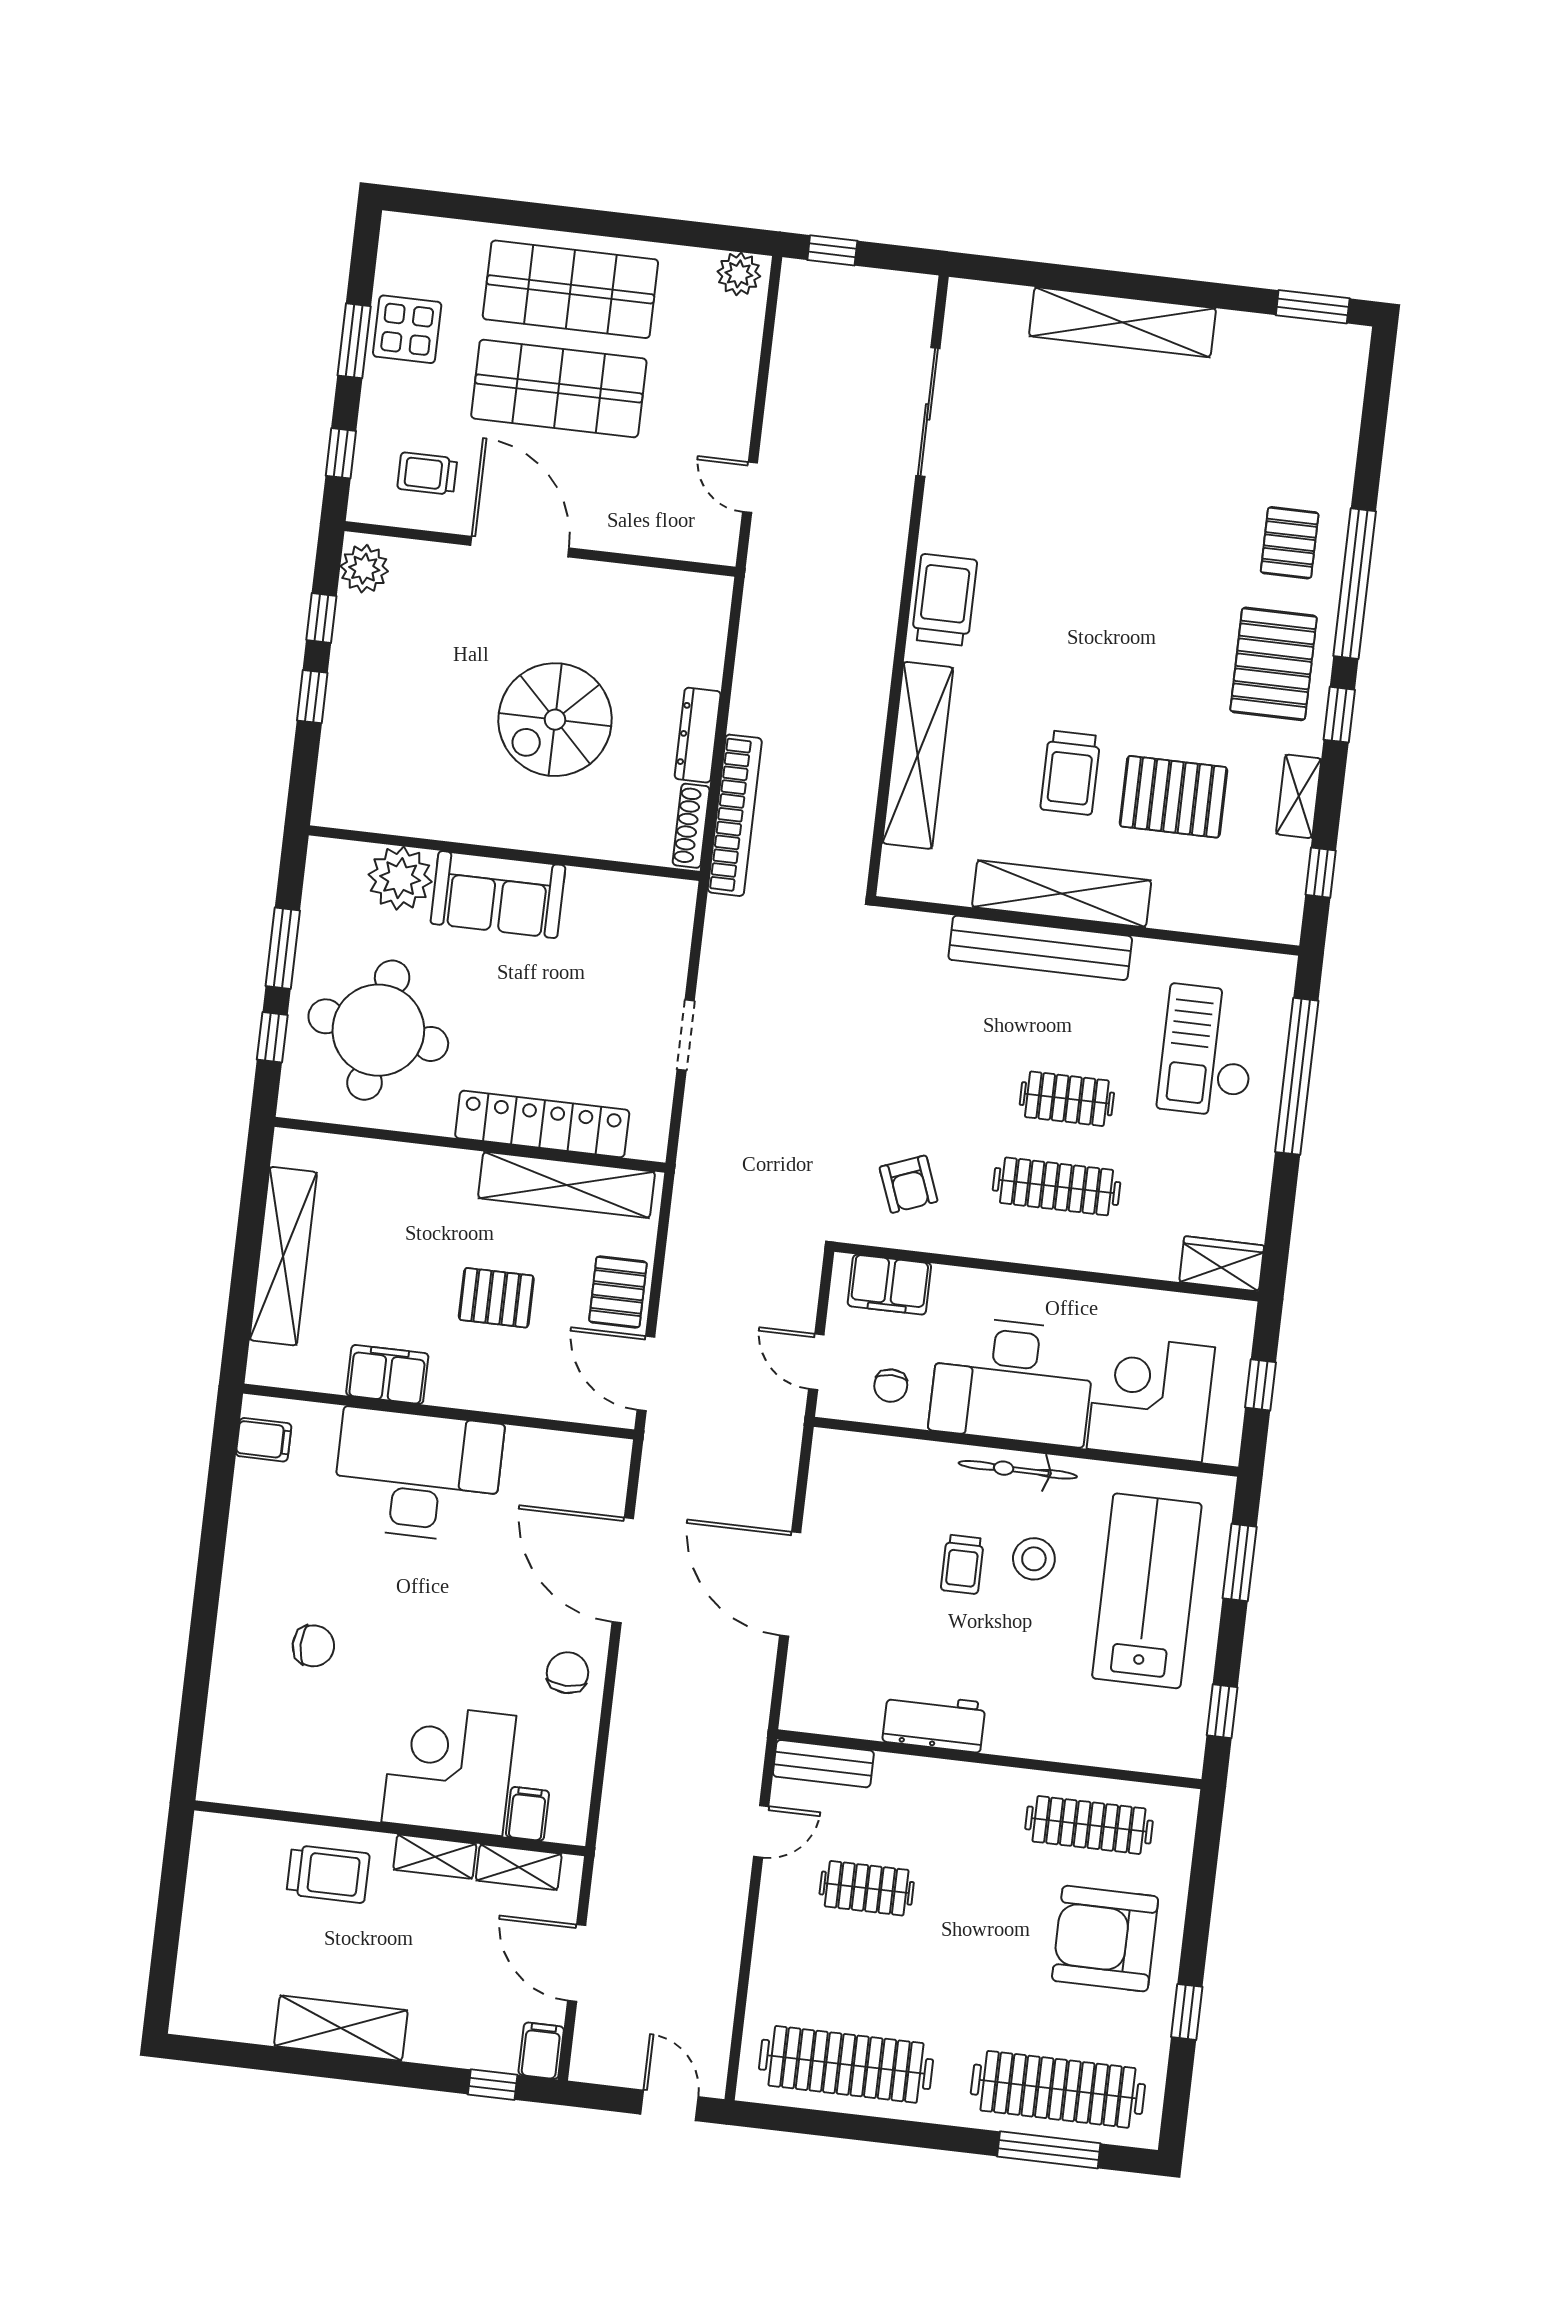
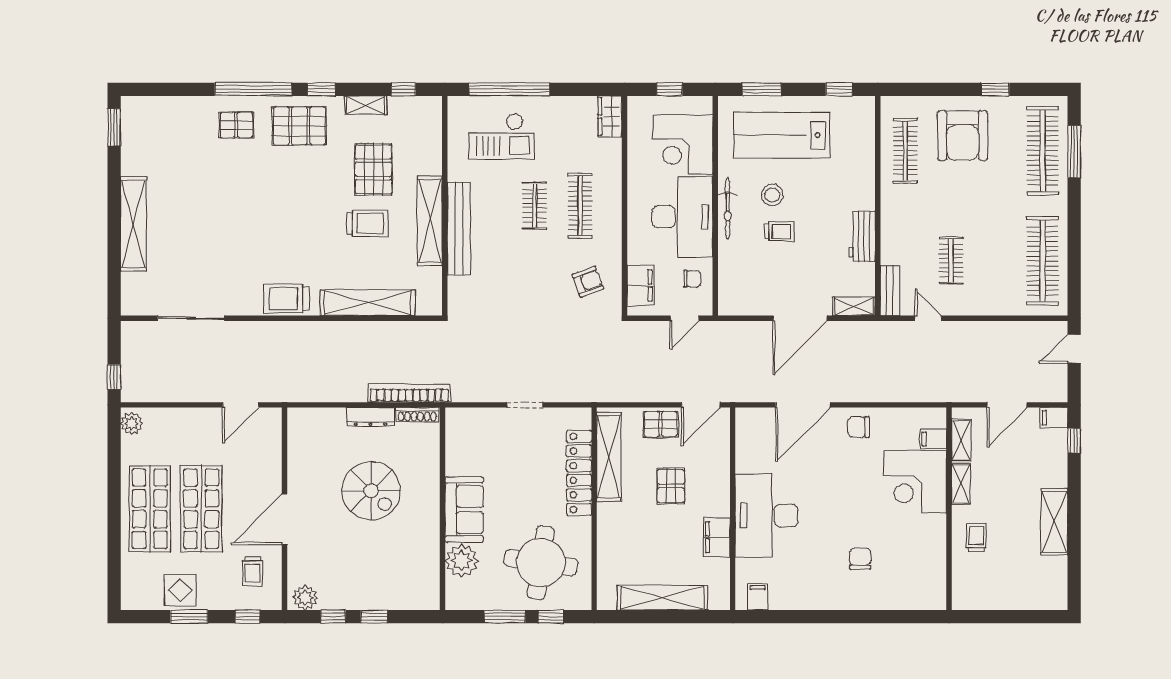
door: (750, 487) -> (240, 405), width x1.38
shelving: (801, 1691) -> (854, 306), added
trolley: (328, 1874) -> (976, 538), width x0.73, depth x0.72

